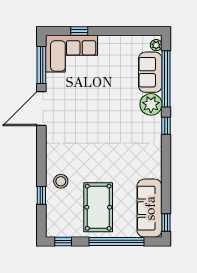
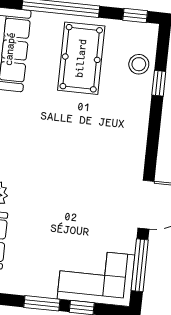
window: (108, 31) -> (42, 303), added
stool: (61, 181) -> (139, 64), moved

